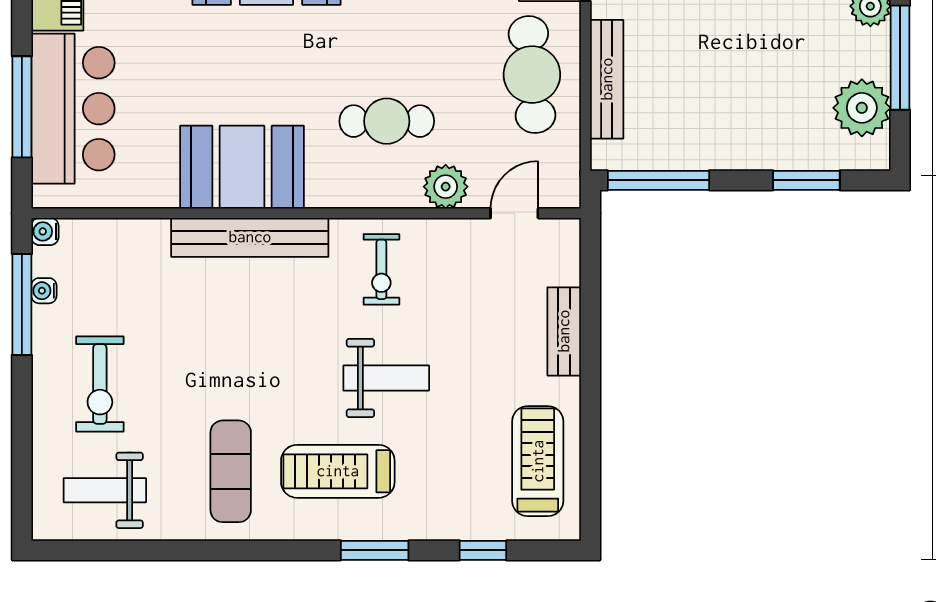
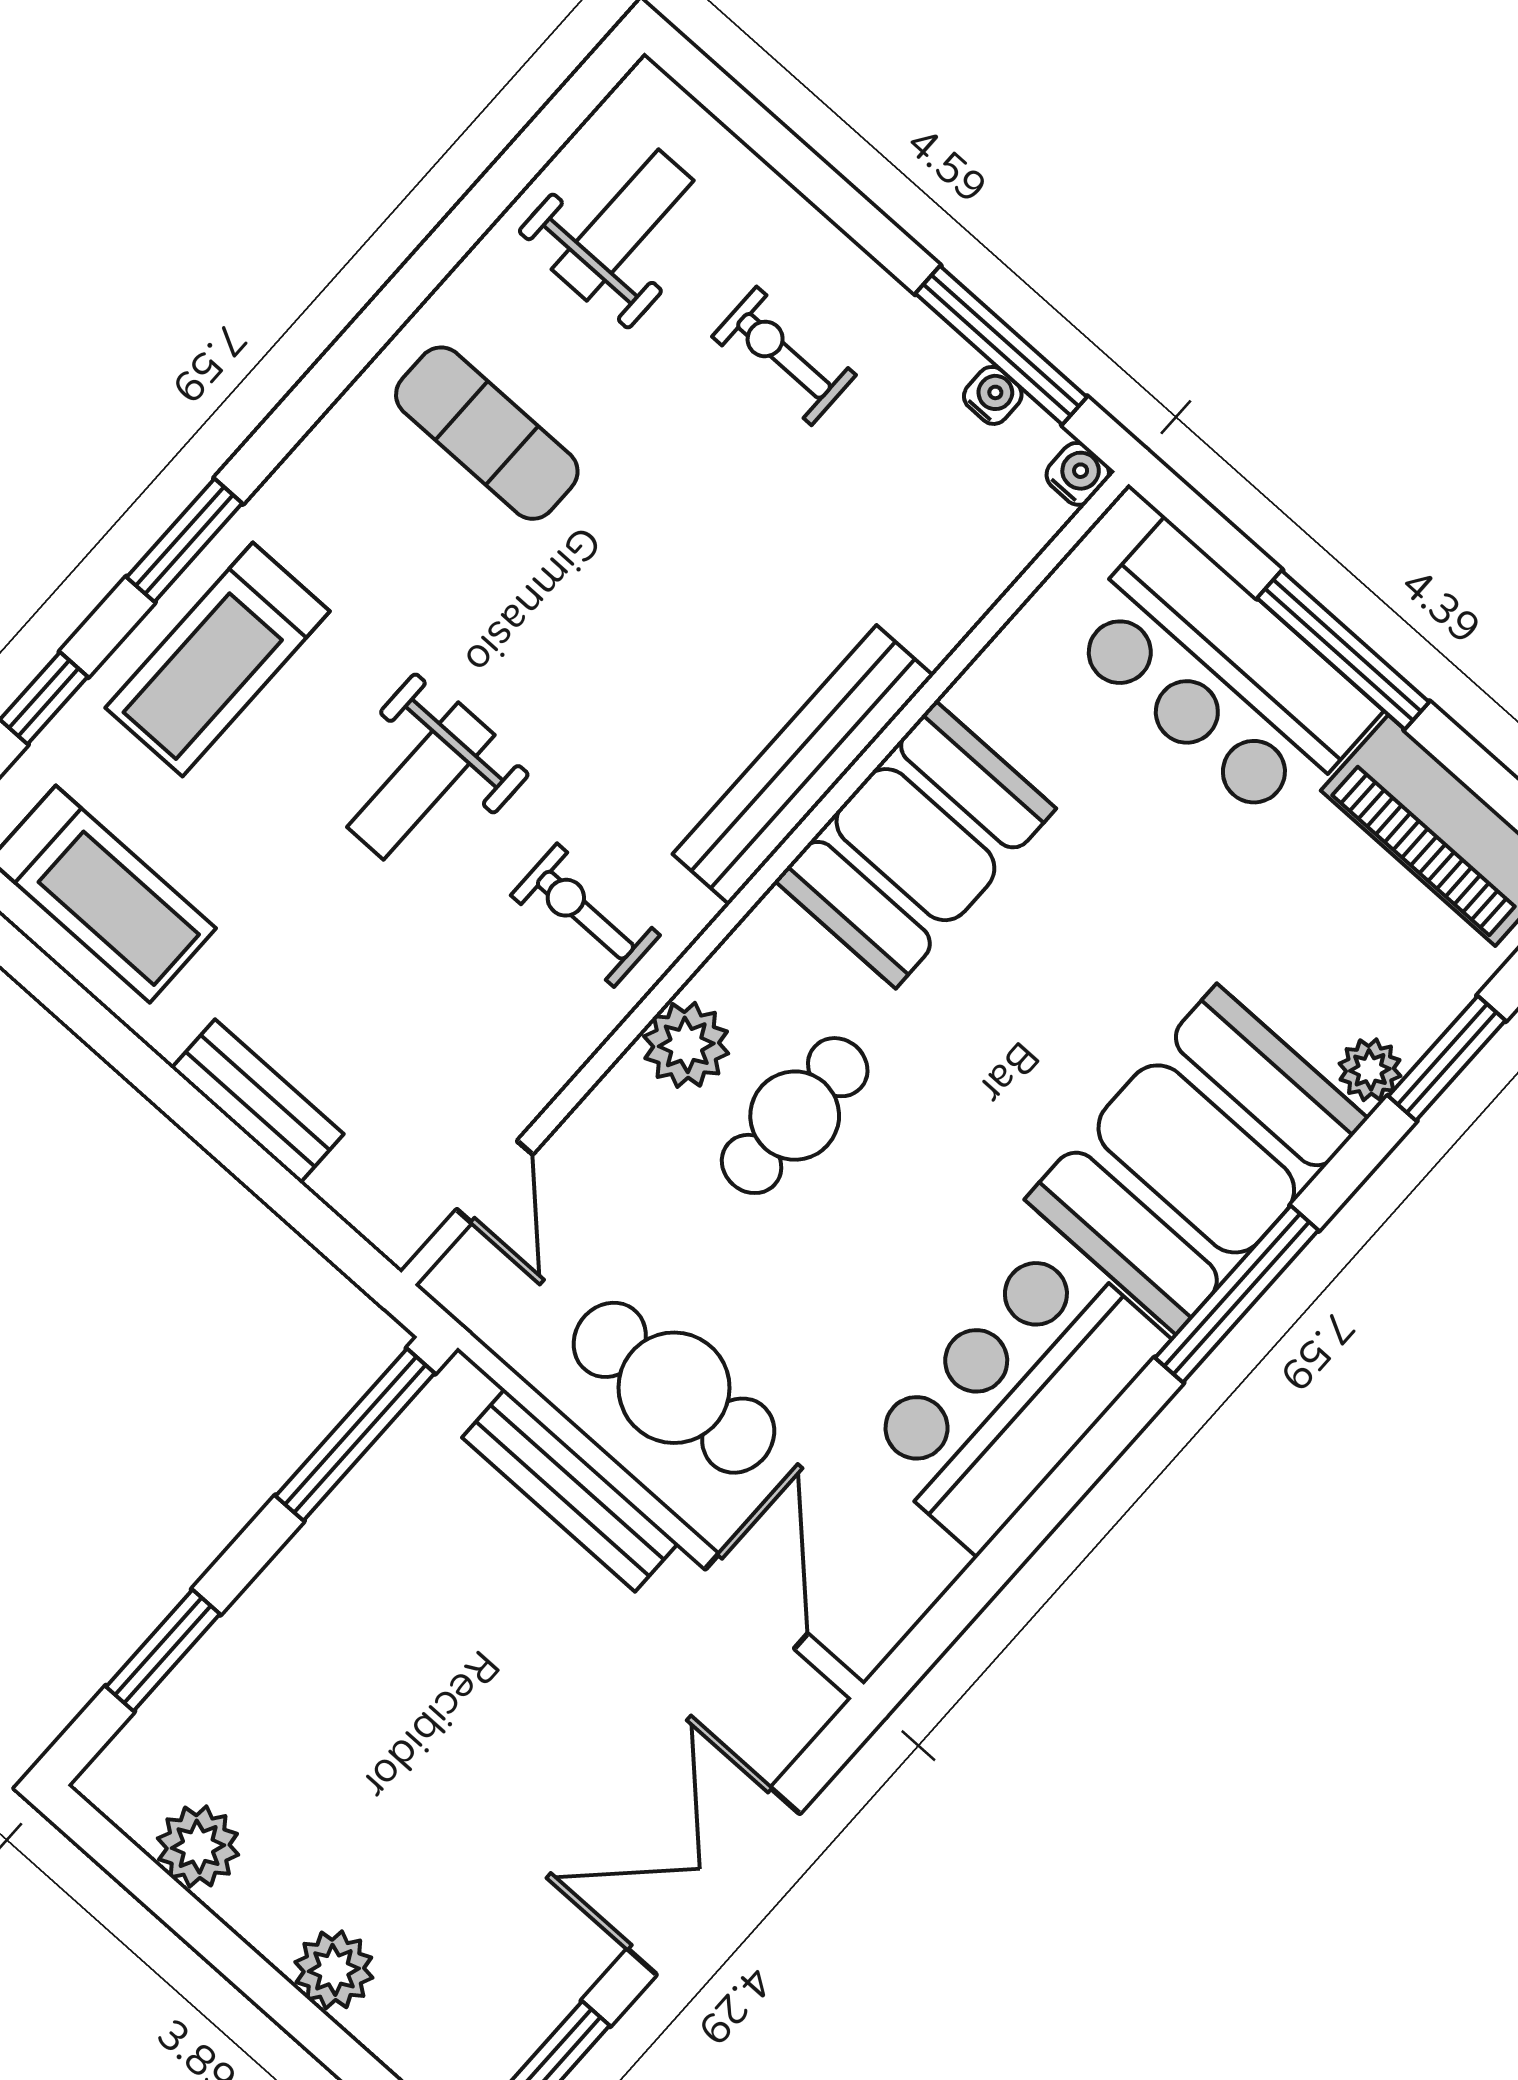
window: (900, 58) -> (220, 1946), removed
window: (22, 107) -> (1343, 650), moved
plant: (862, 108) -> (198, 1847), width x0.73, depth x0.73
plant: (446, 187) -> (686, 1045), moved
exercise bike: (100, 384) -> (784, 356), width x0.73, depth x0.72
treadmill: (338, 471) -> (218, 660), moved, turned 180

